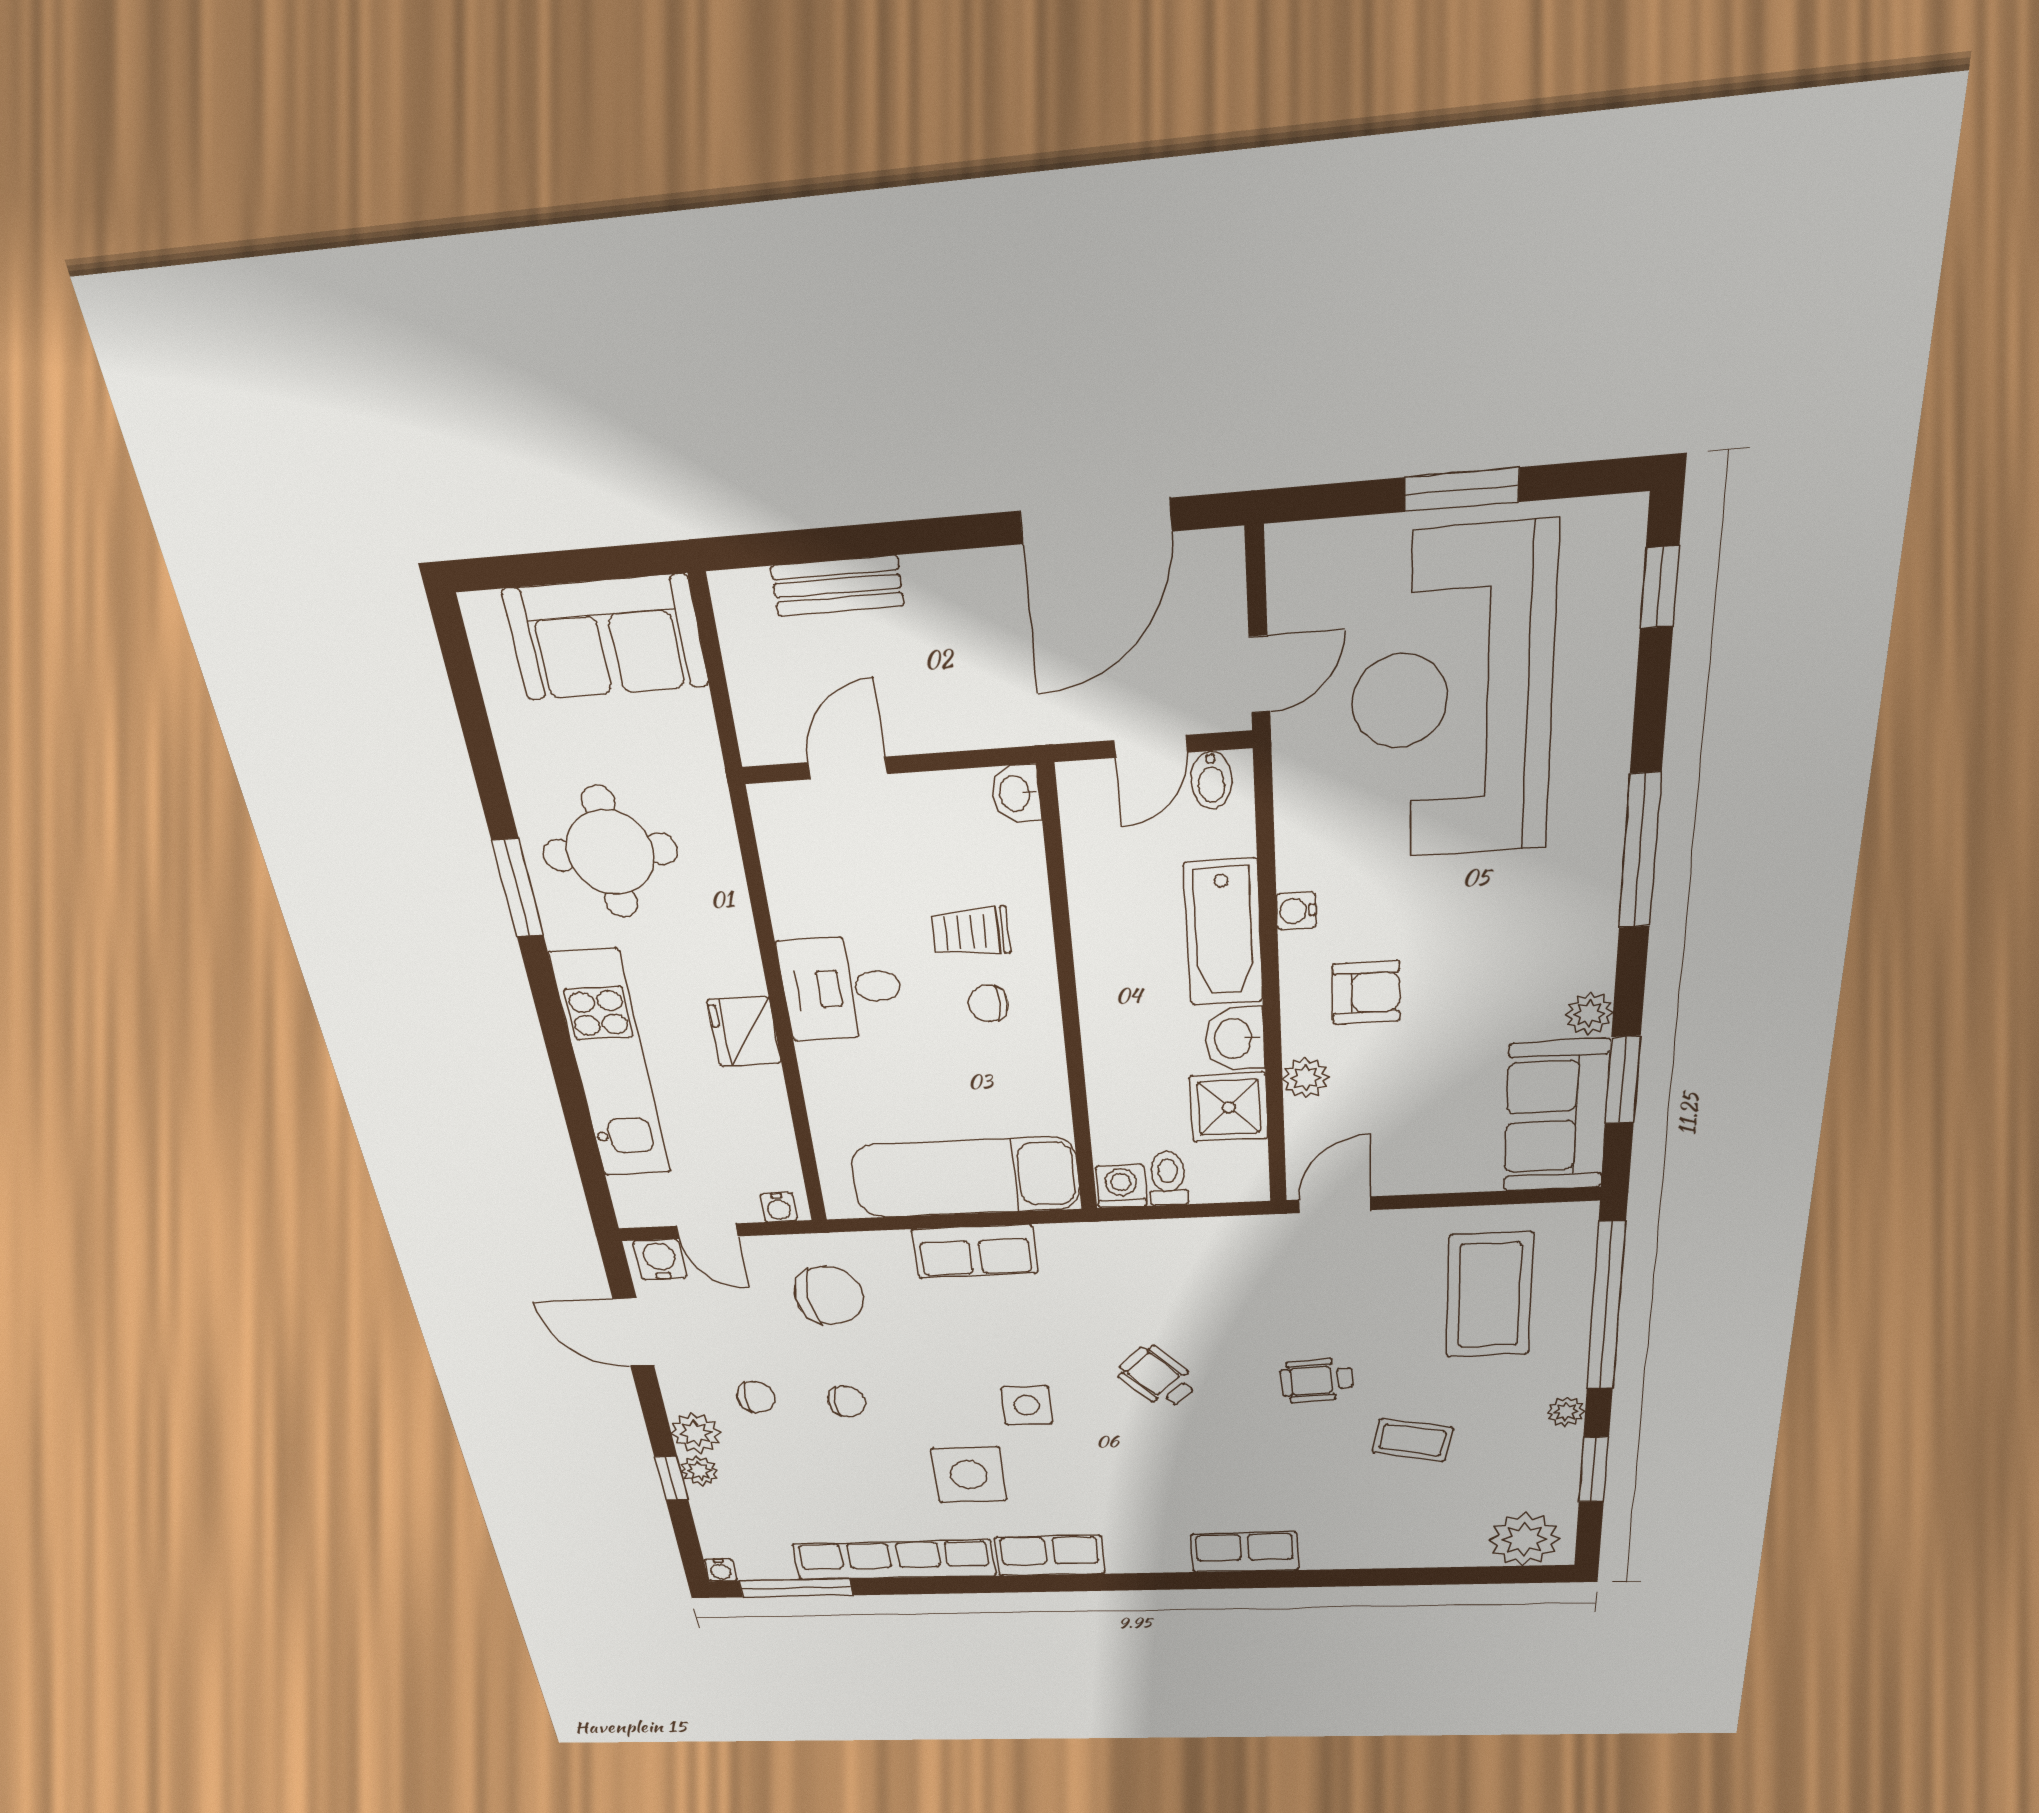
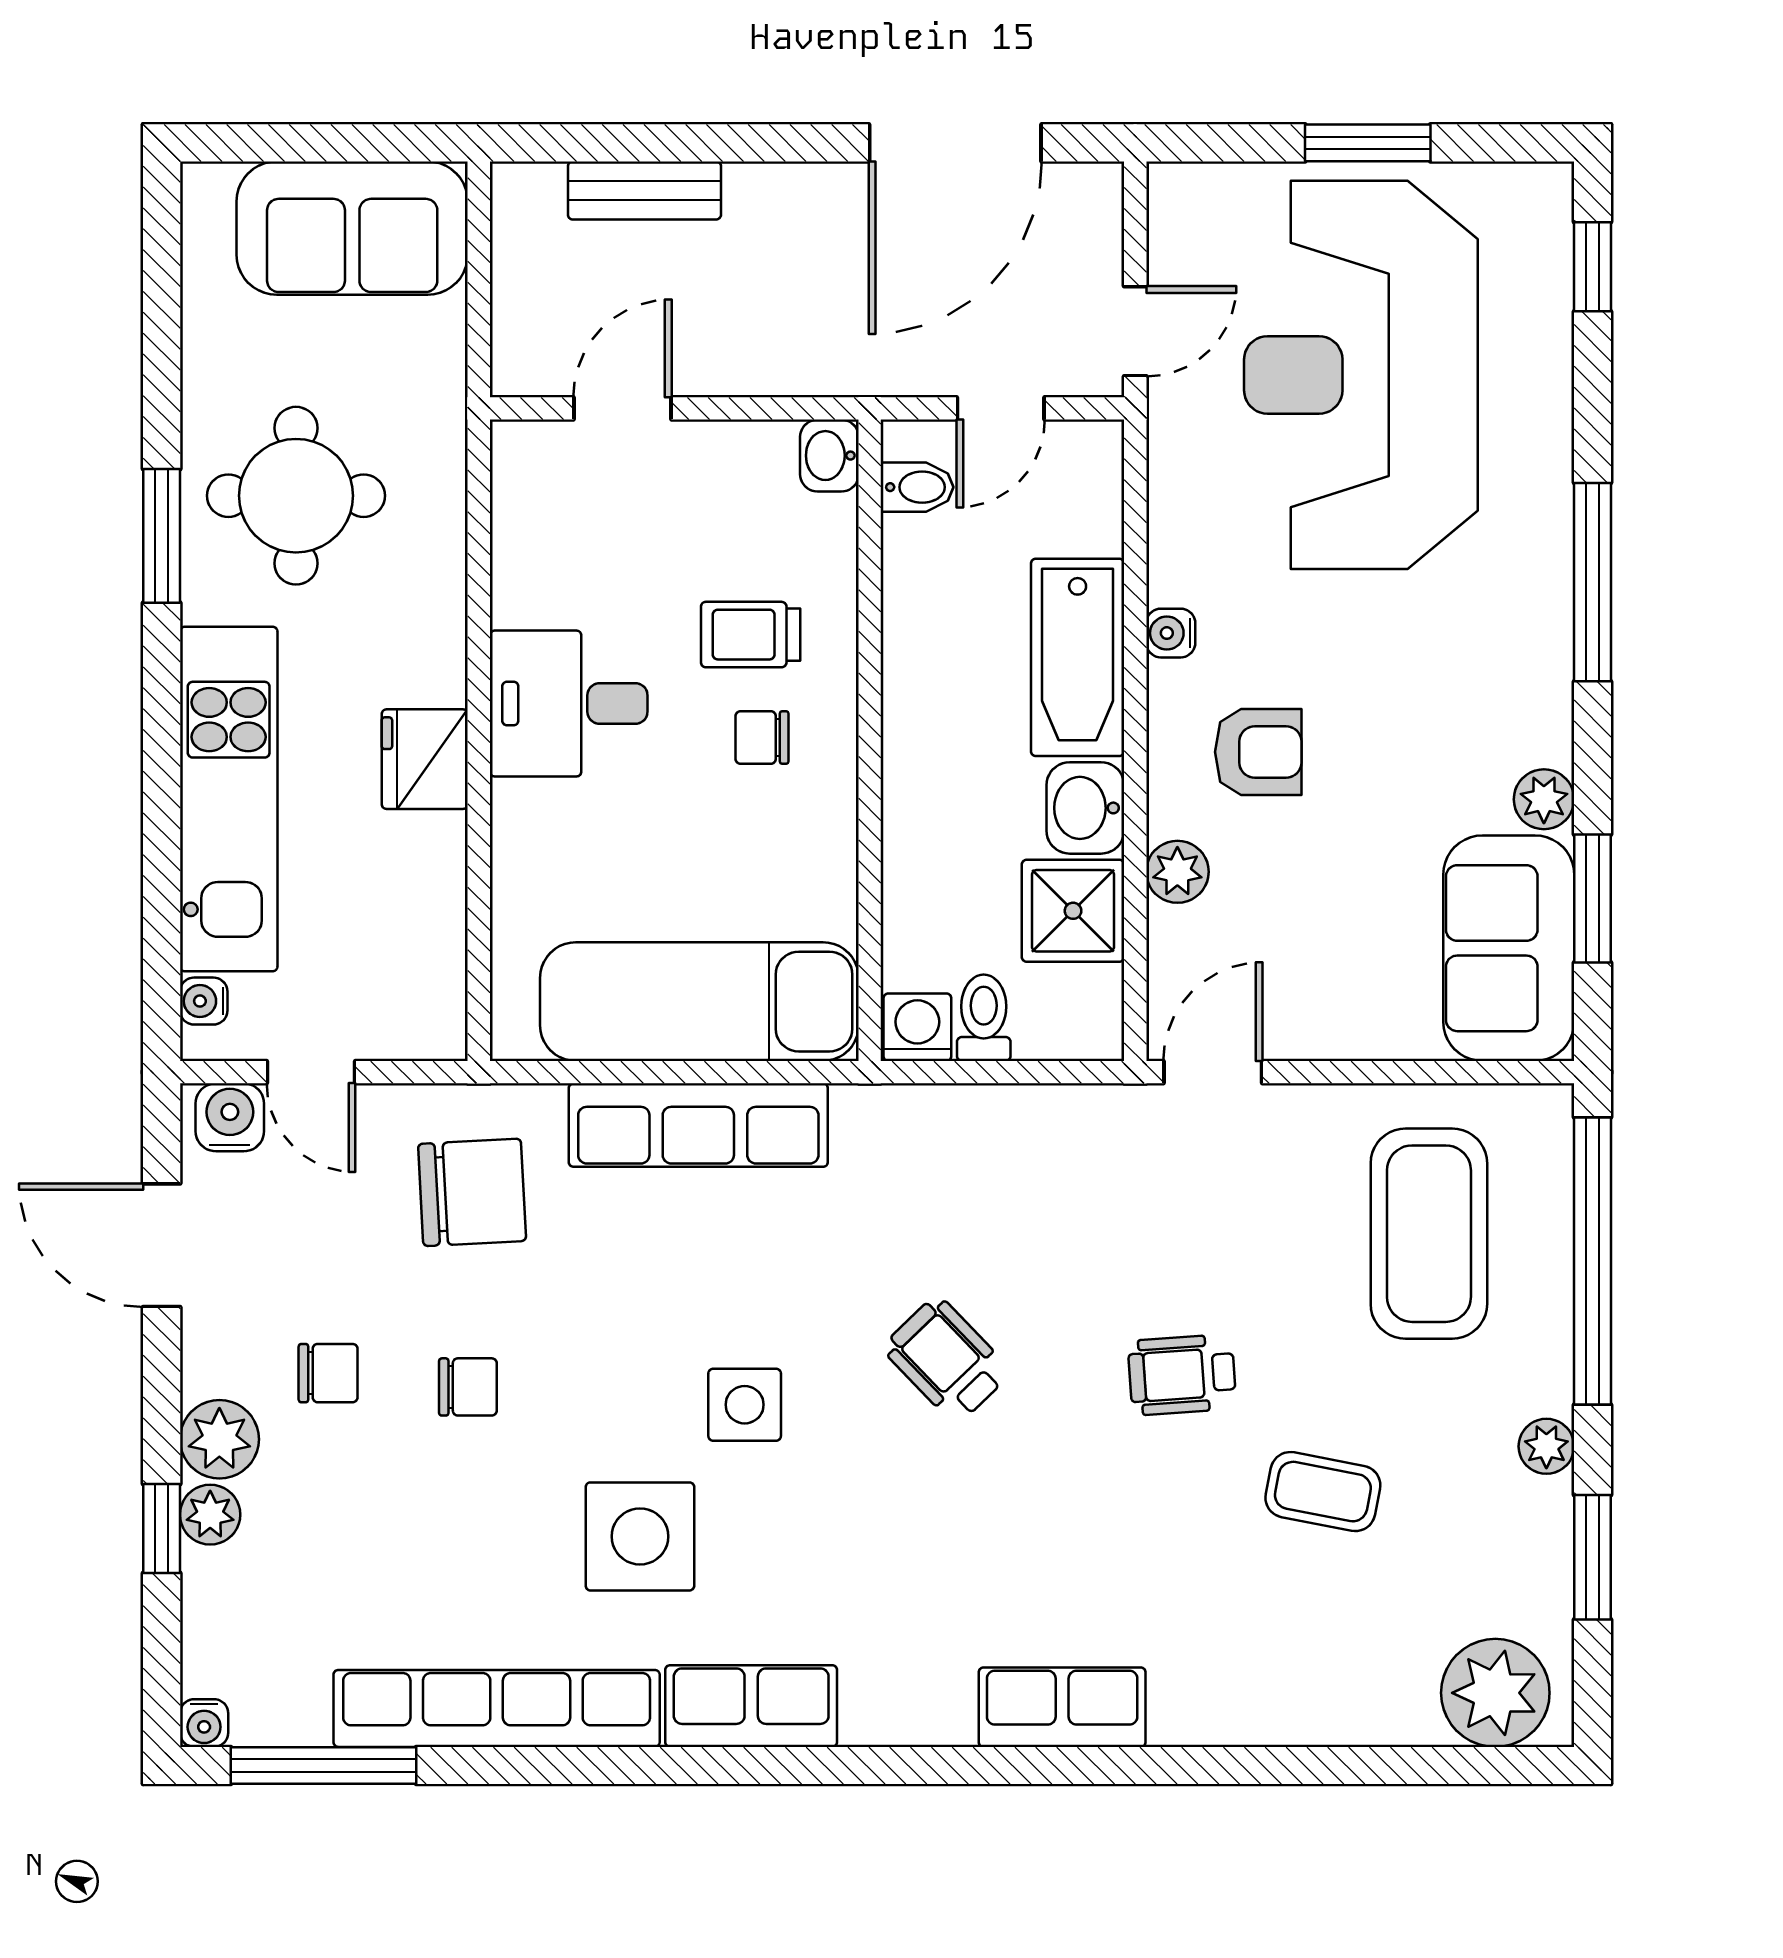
bidet: (1211, 780) -> (917, 487), moved, turned -90
water cooler: (779, 1207) -> (204, 1001), moved, turned 90
row of seats: (975, 1251) -> (698, 1125), width x1.48

